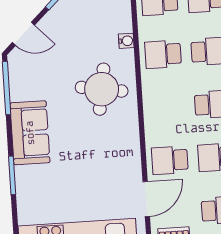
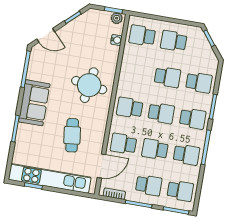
water cooler: (126, 41) -> (116, 40), moved
school desk: (163, 54) -> (130, 108), moved
cafe table: (95, 166) -> (72, 135), added

